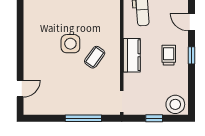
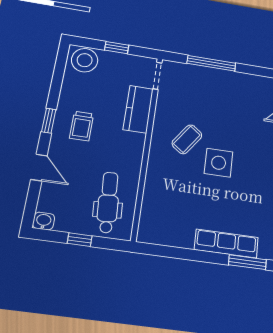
kitchen counter: (132, 55) -> (138, 109), moved

